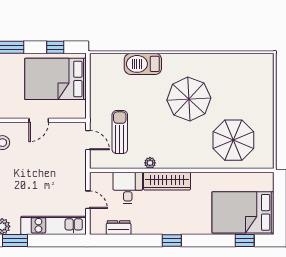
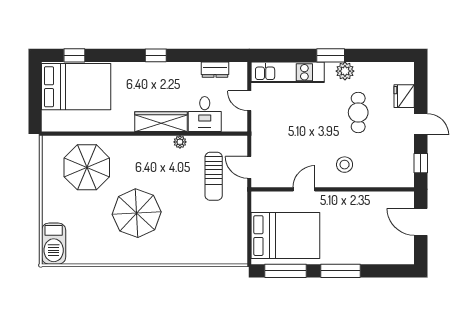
window: (55, 47) -> (286, 271), width x2.17
barbecue: (143, 64) -> (54, 244), moved, turned 90

